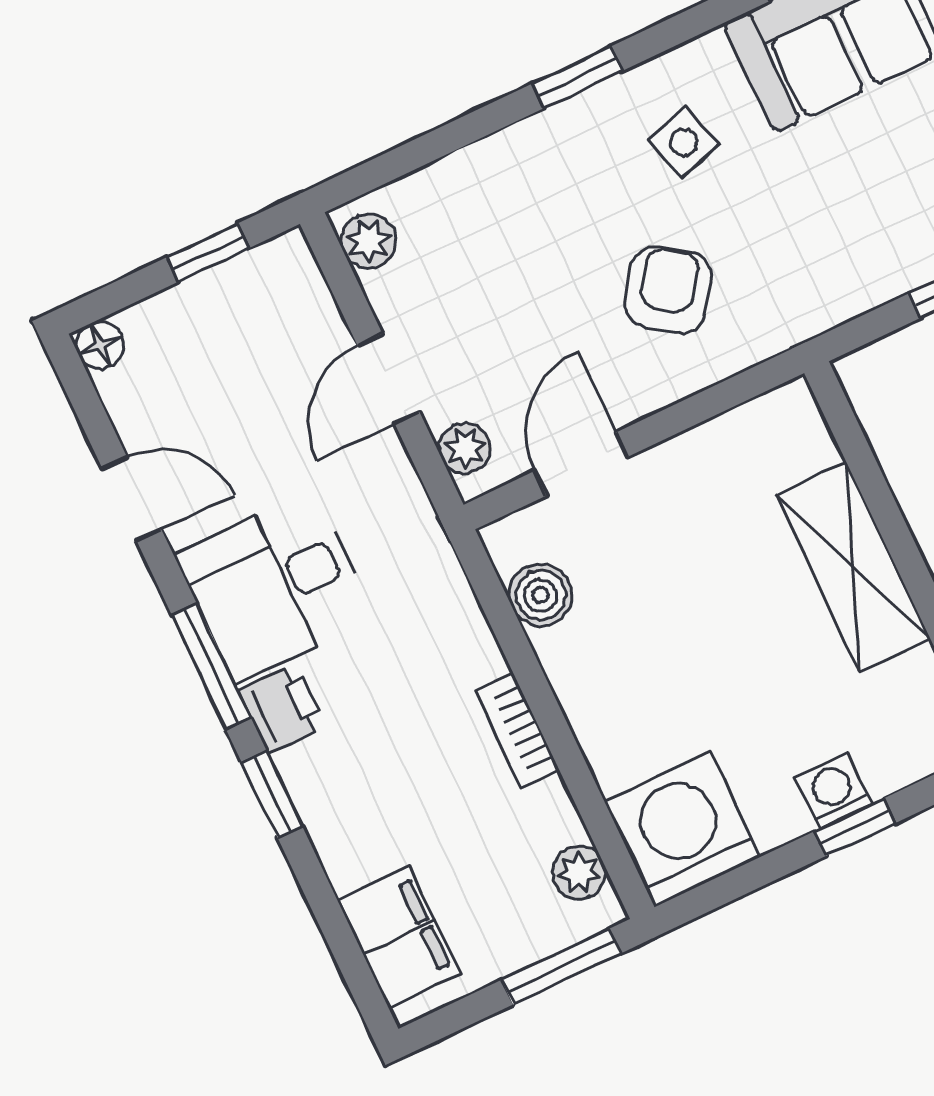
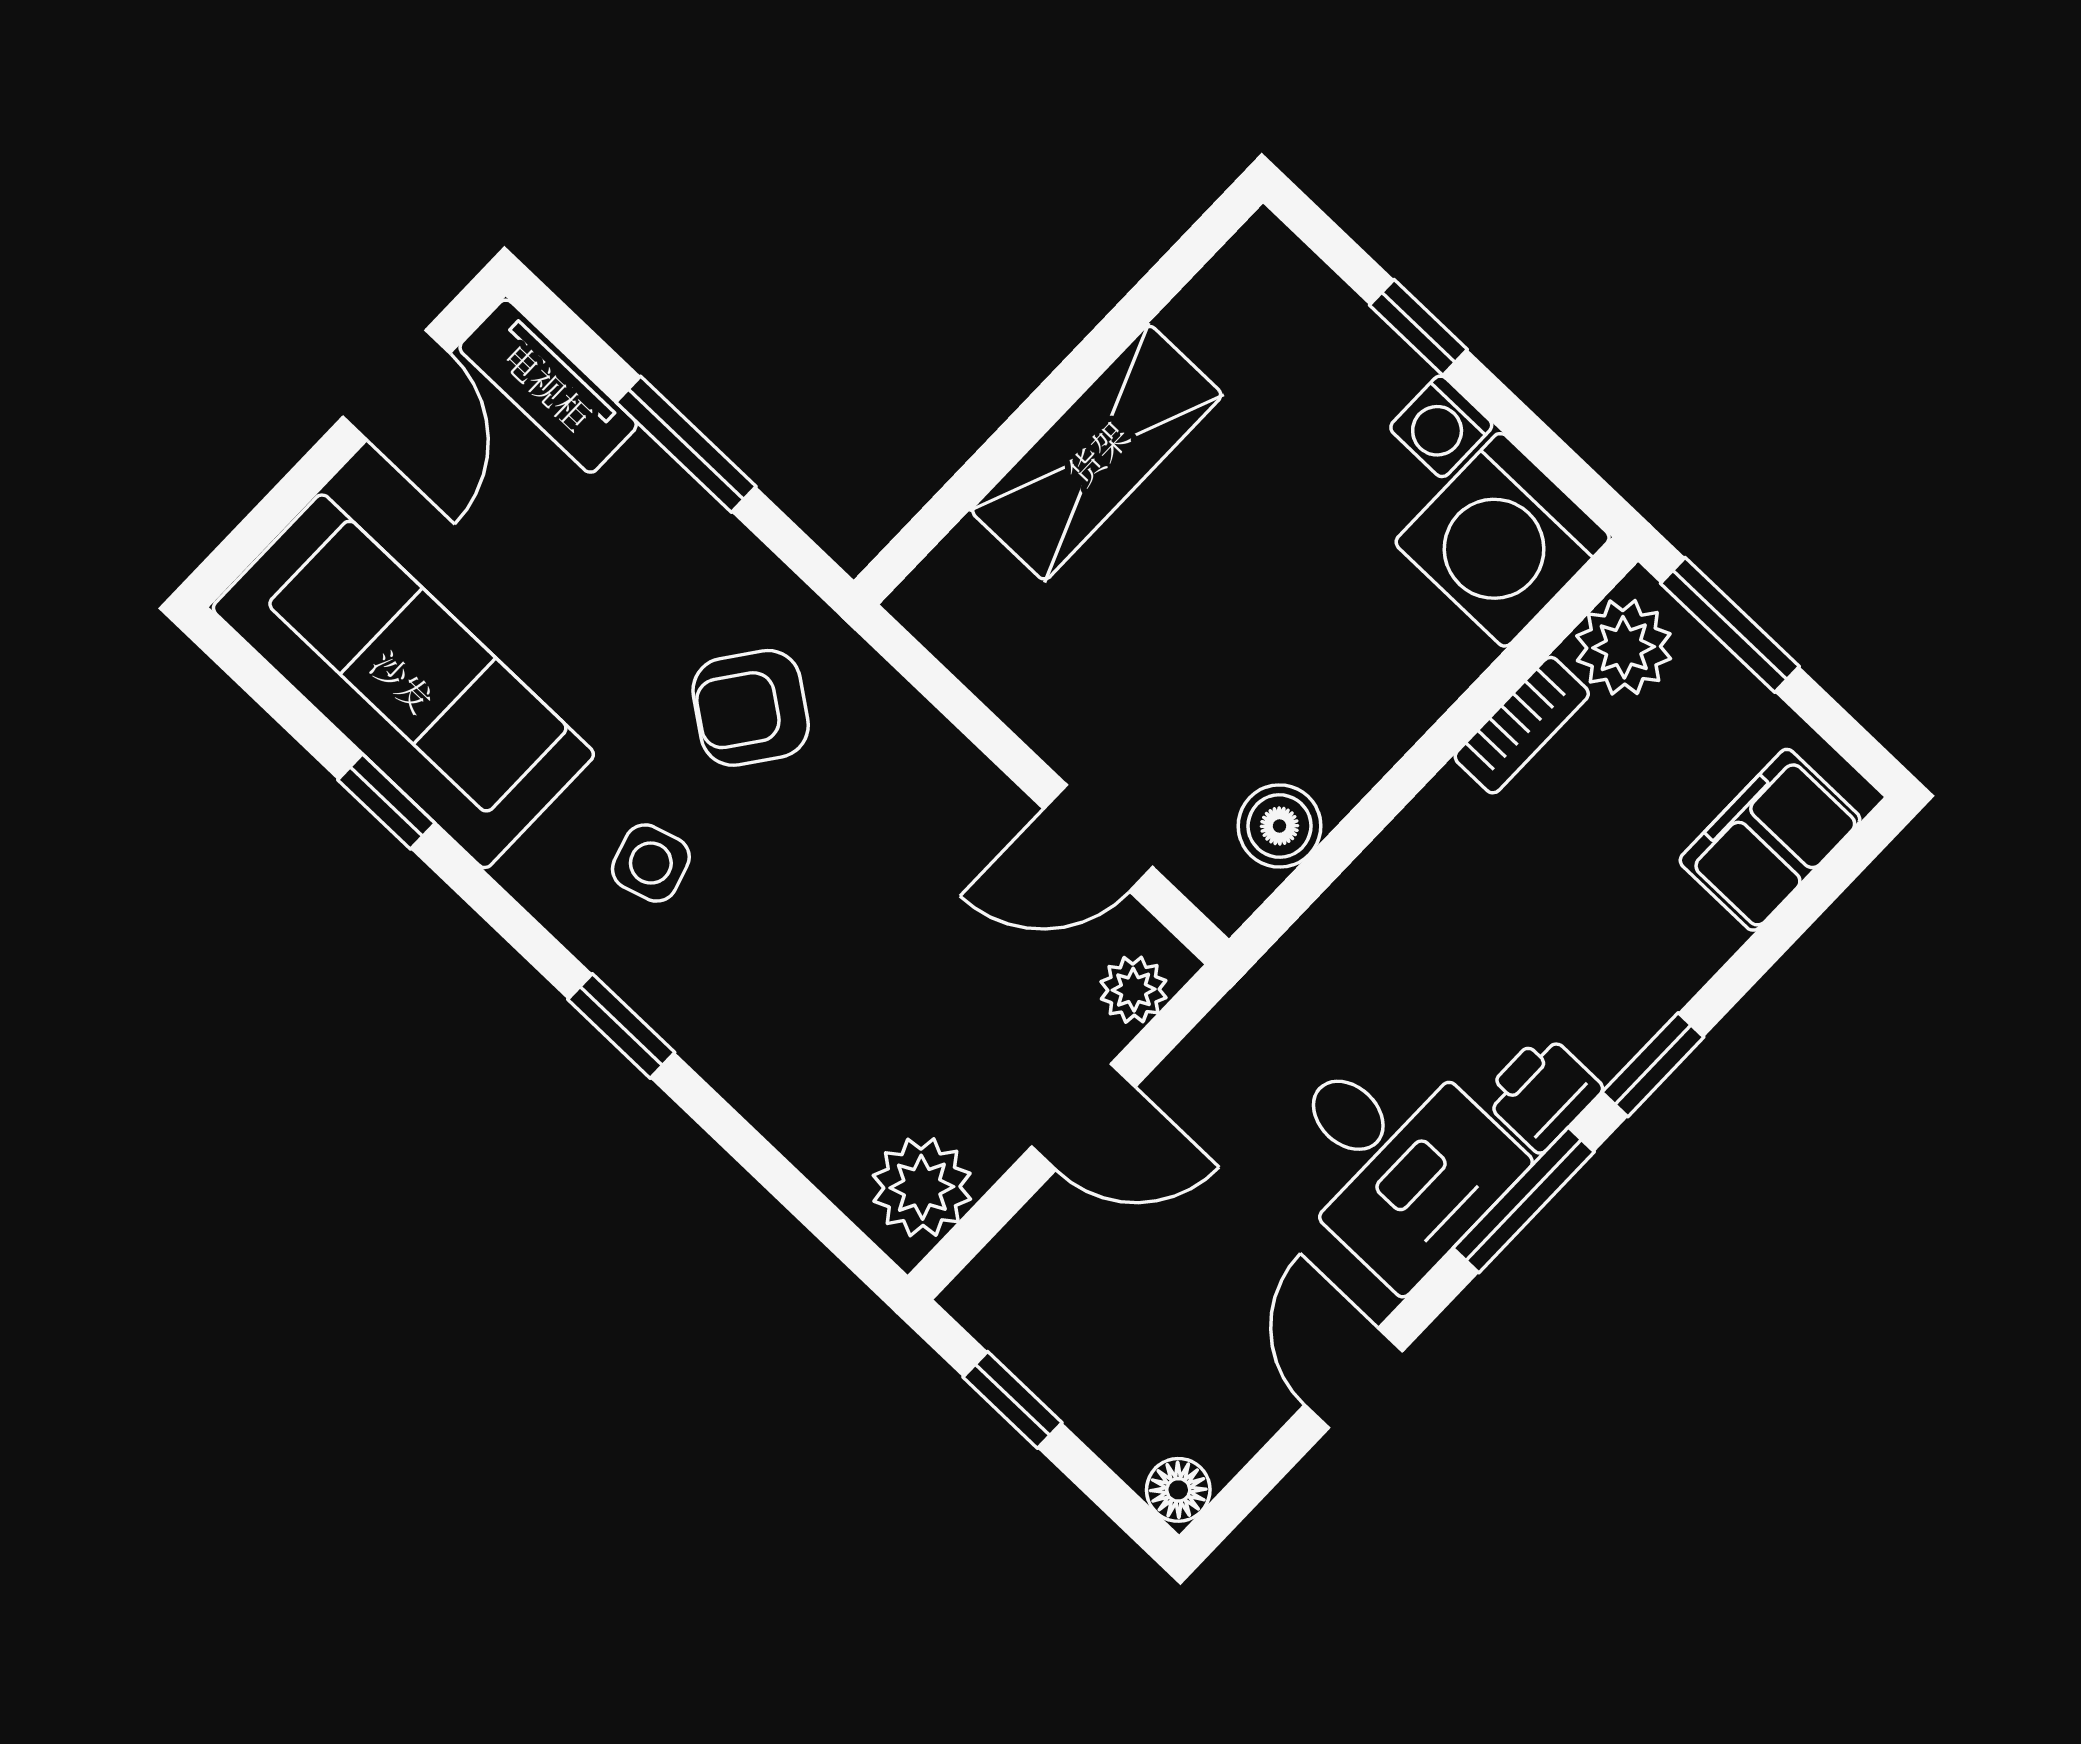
plant: (369, 241) -> (922, 1187), width x1.38, depth x1.38
armchair: (668, 290) -> (751, 708), moved
bookcase: (517, 731) -> (1522, 725), moved
washing machine: (833, 791) -> (1441, 426), moved
plant: (579, 873) -> (1624, 647), width x1.38, depth x1.38

